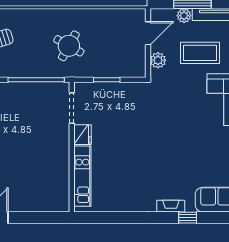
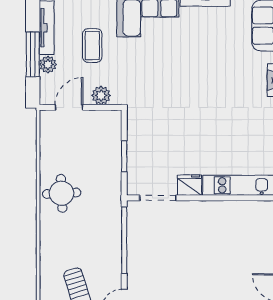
door: (148, 33) -> (69, 107), hinge flipped
round table: (69, 46) -> (62, 193), moved, turned -32
coffee table: (200, 53) -> (92, 45), width x0.73, depth x0.76

